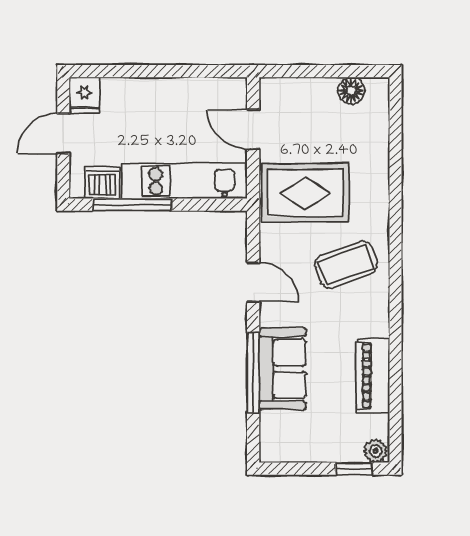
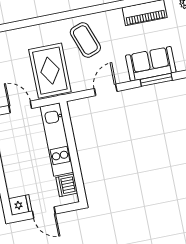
door: (253, 129) -> (20, 107), swing flipped
window: (132, 205) -> (76, 166), removed
window: (253, 373) -> (156, 80), width x0.69

